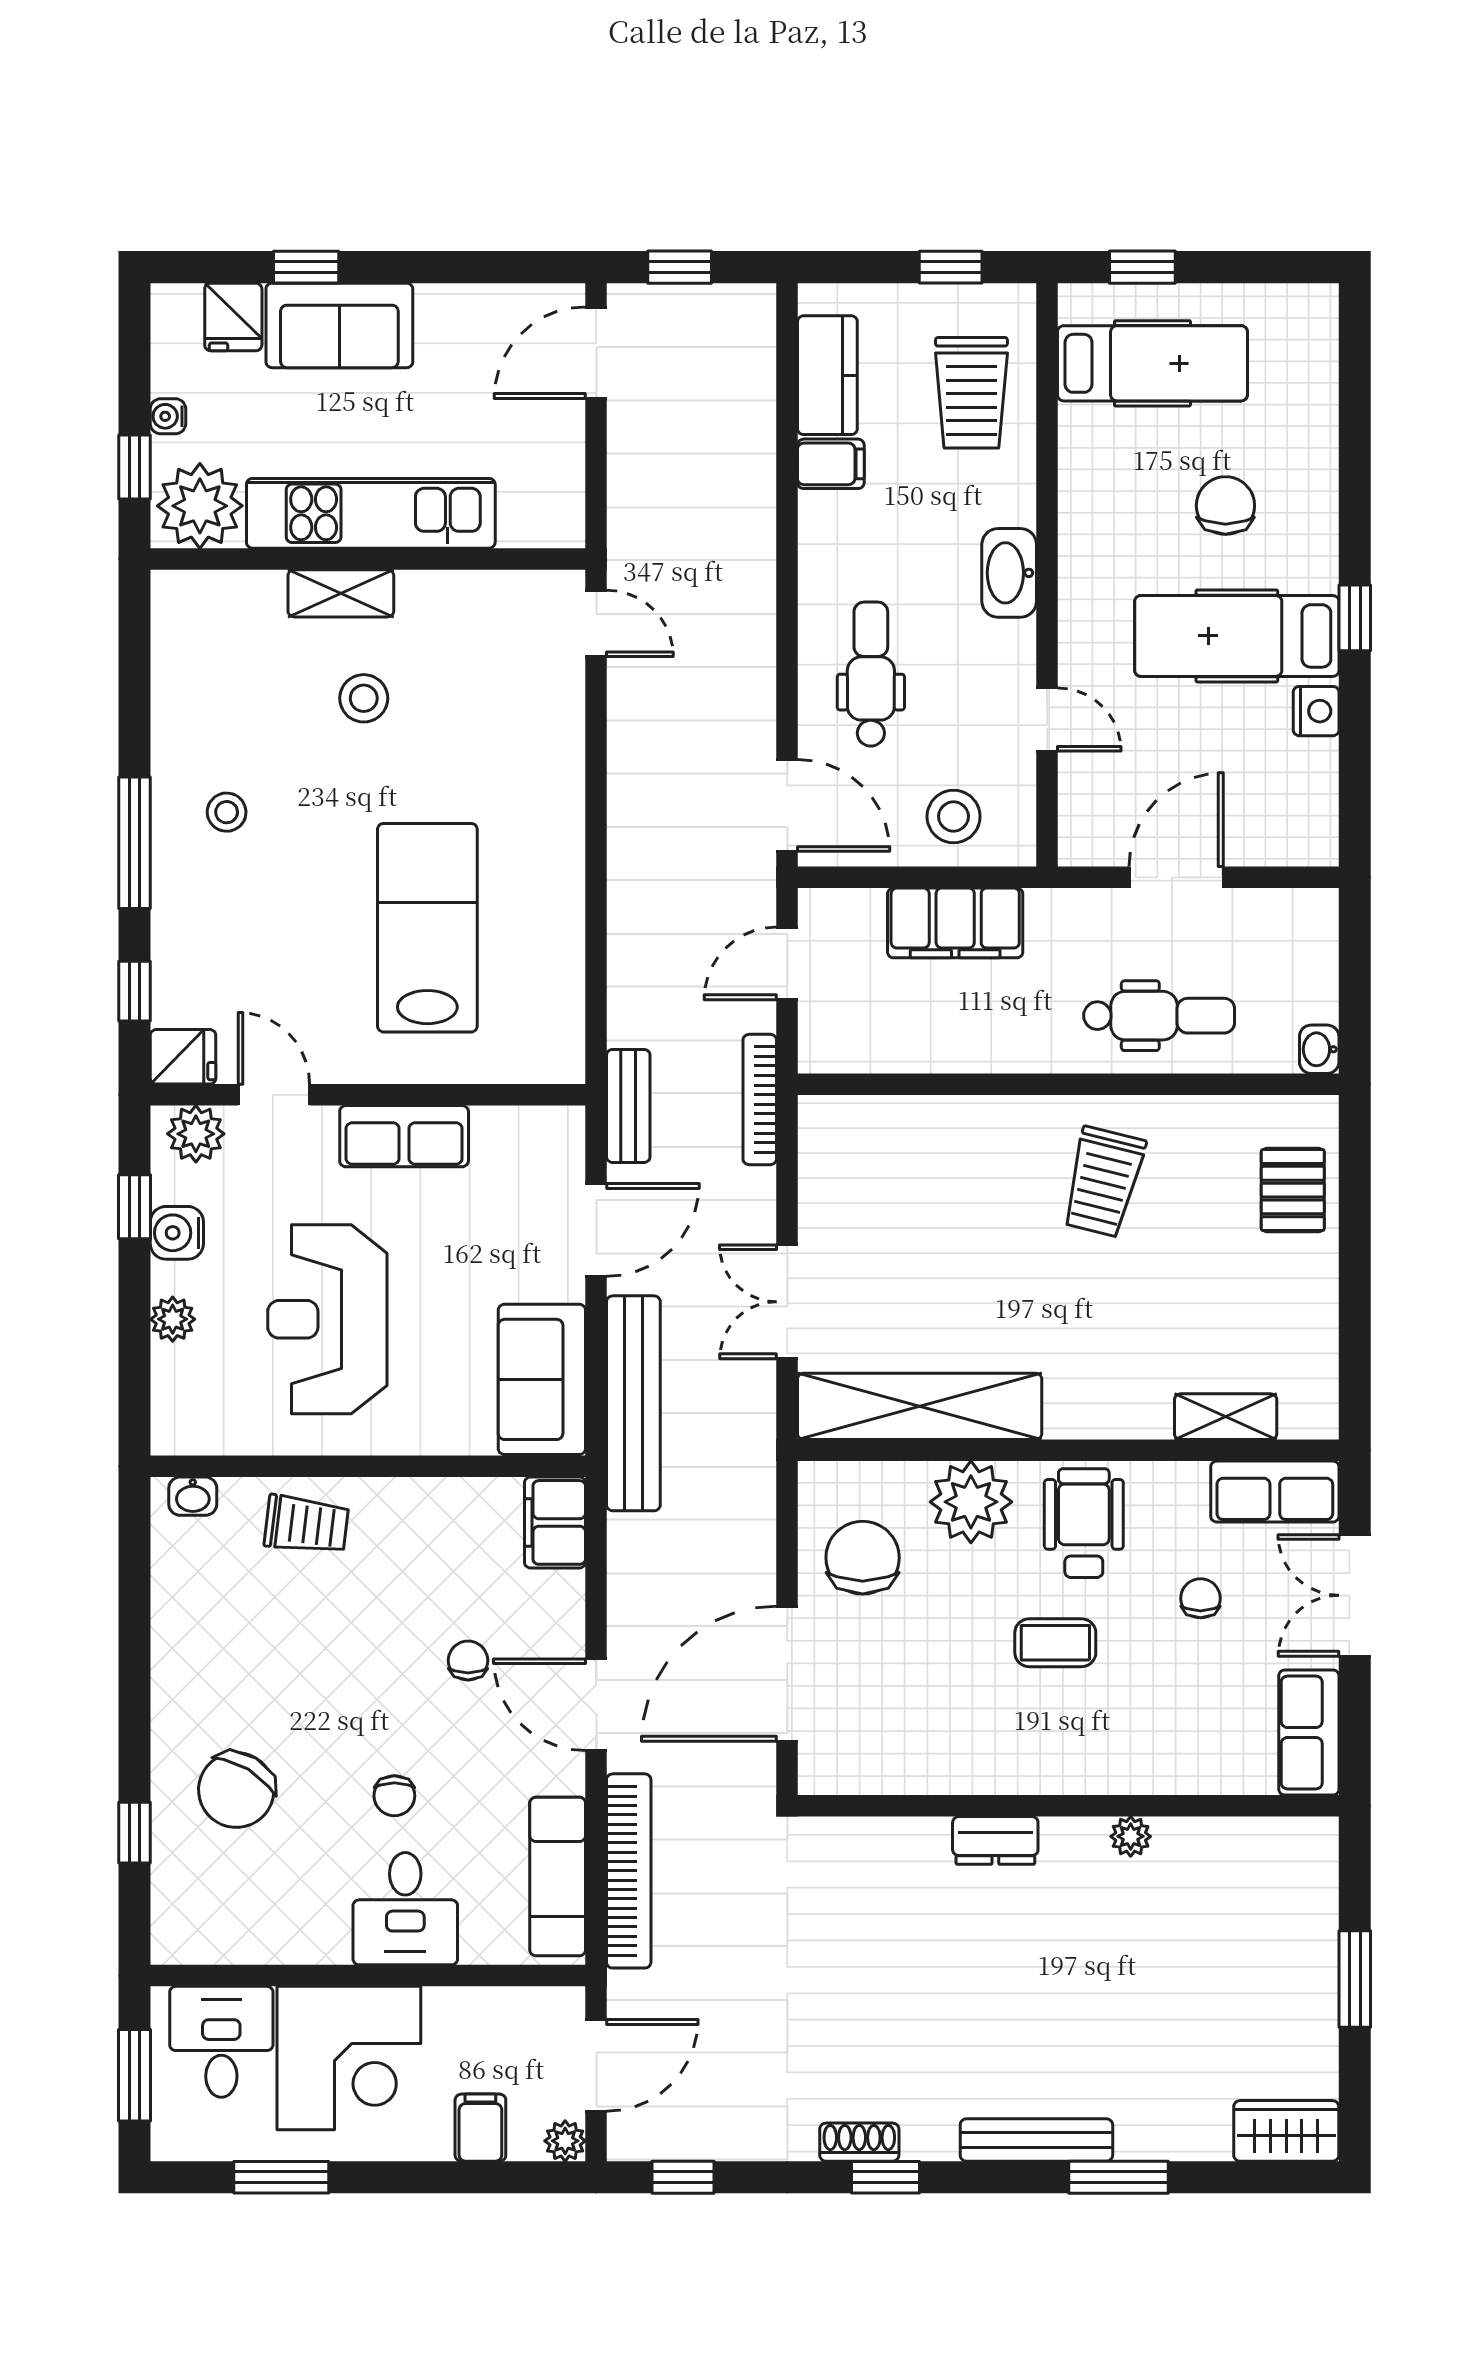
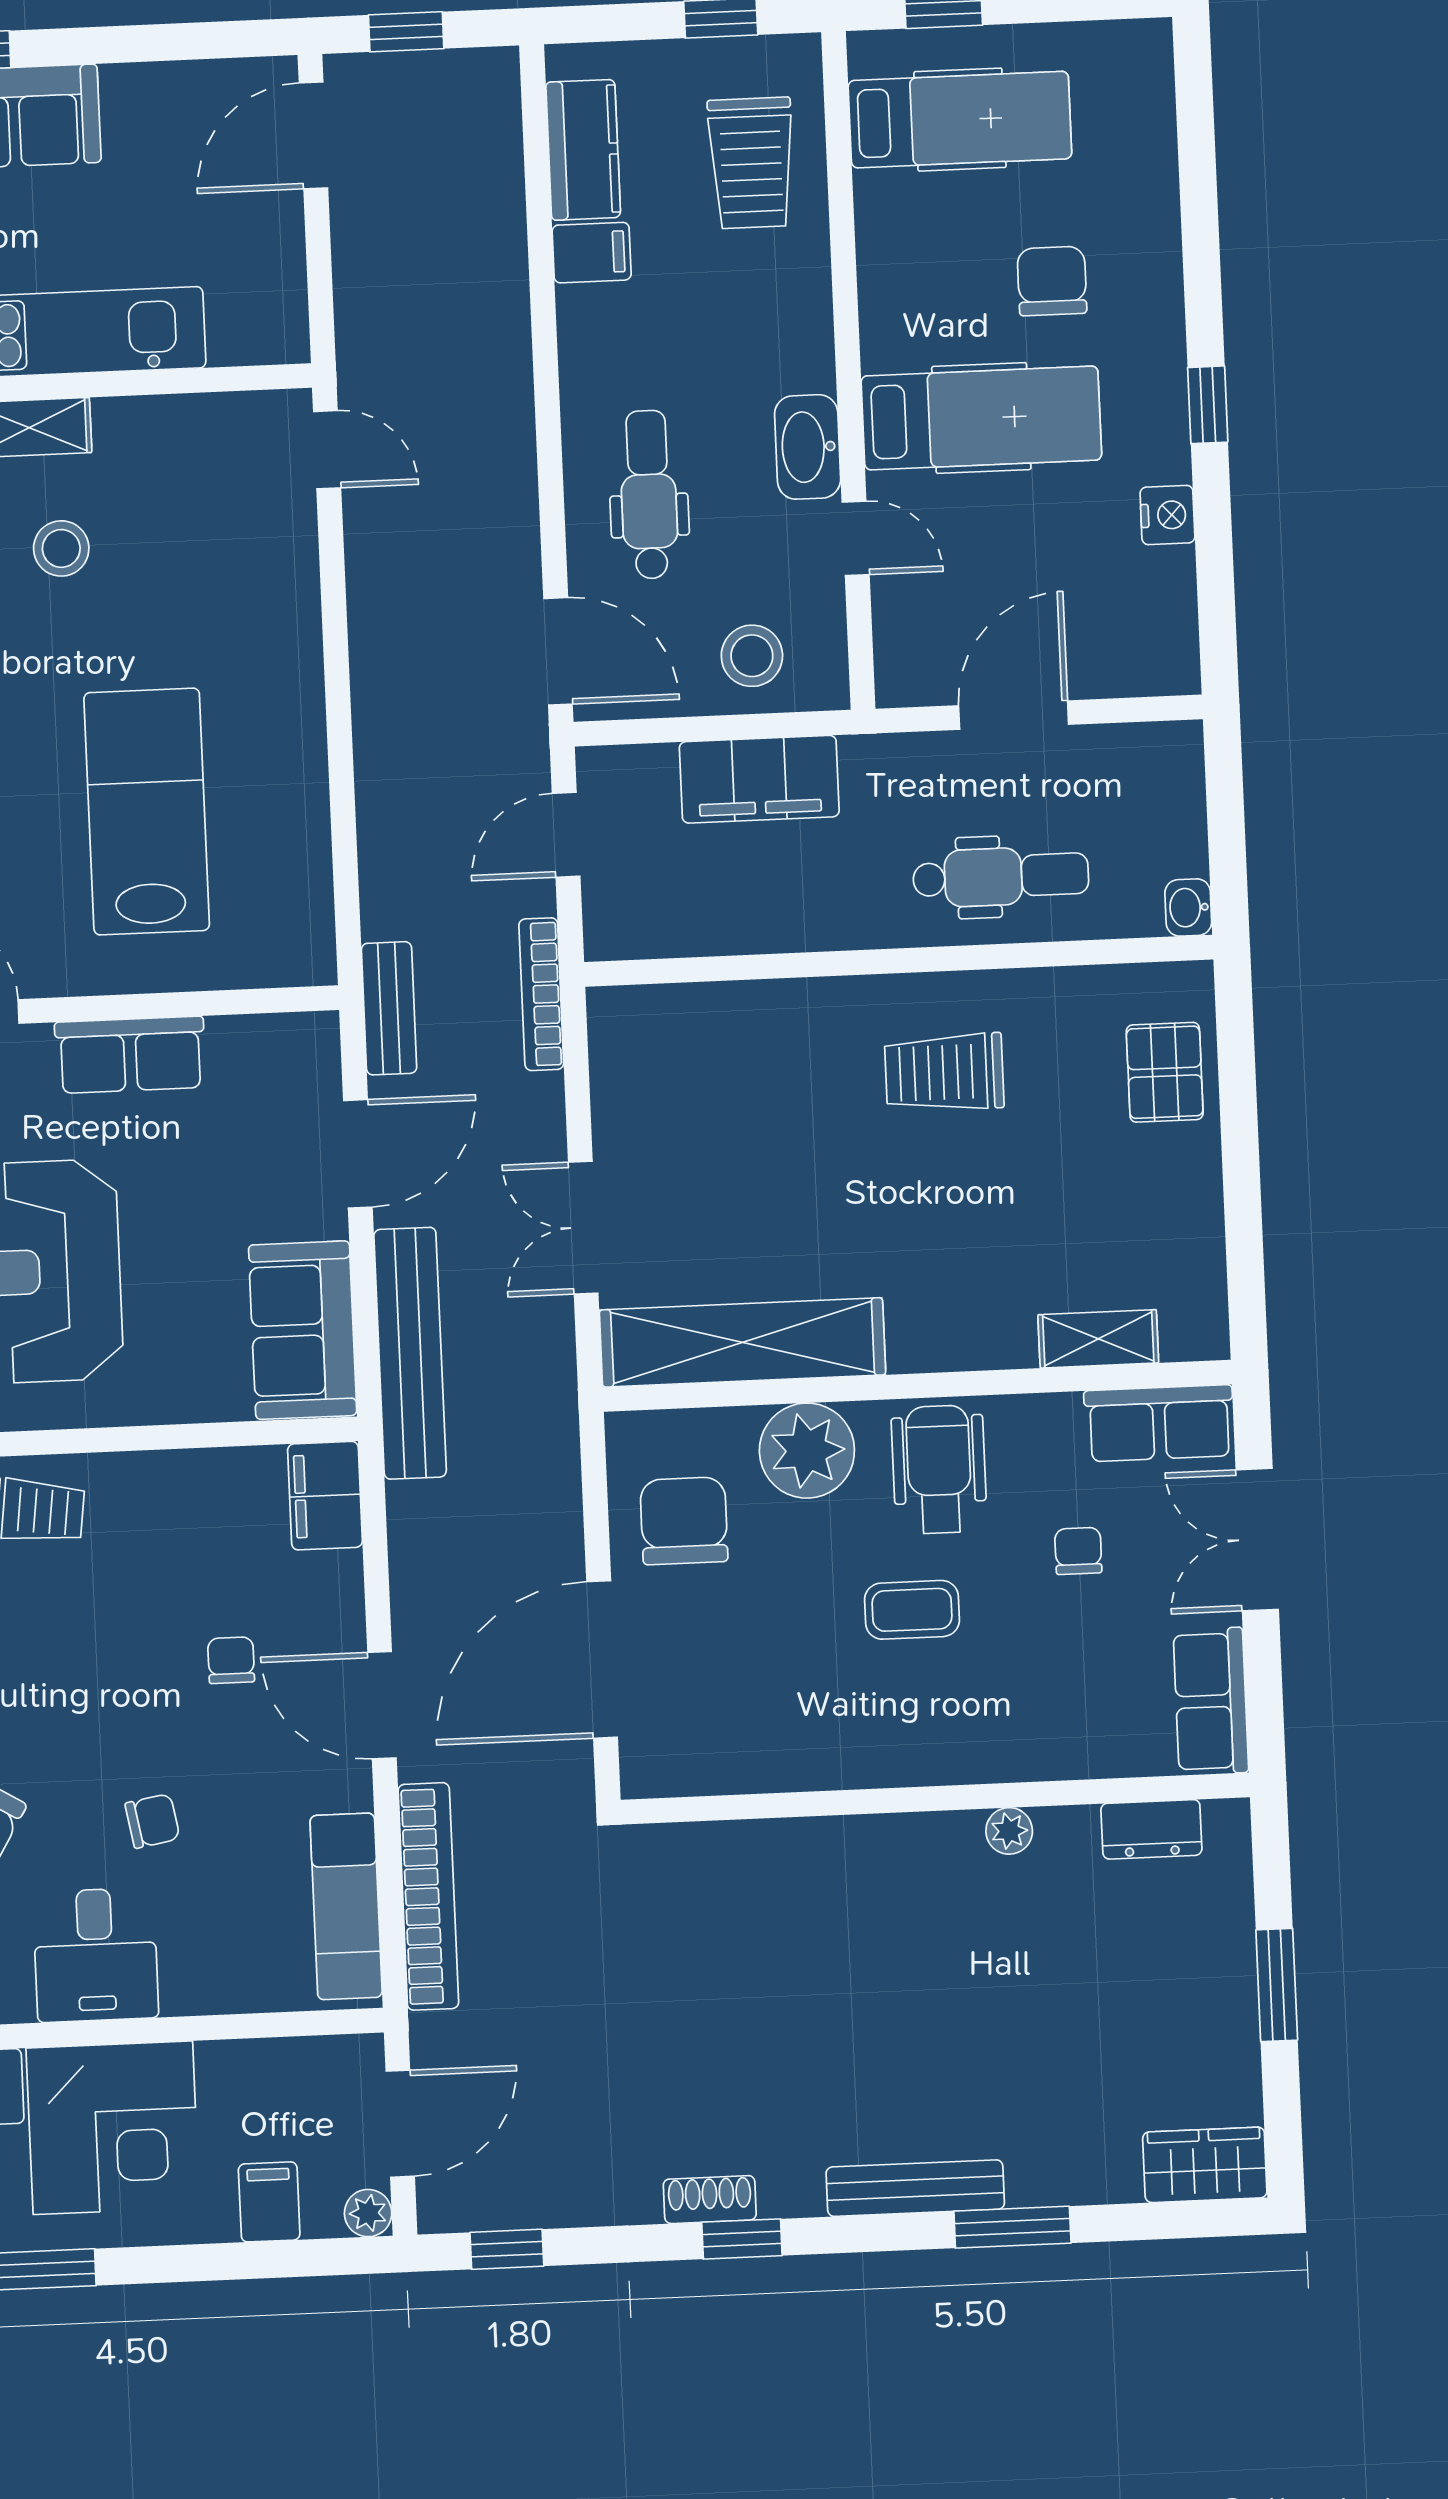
washbasin: (1009, 573) -> (808, 447), moved
hospital bed: (1237, 636) -> (981, 418), moved, turned 180
trolley: (1103, 1182) -> (944, 1072), turned 76
chair: (394, 1796) -> (152, 1821), turned -100
dresser: (995, 1840) -> (1151, 1829), moved
desk: (405, 1909) -> (96, 1955), moved

